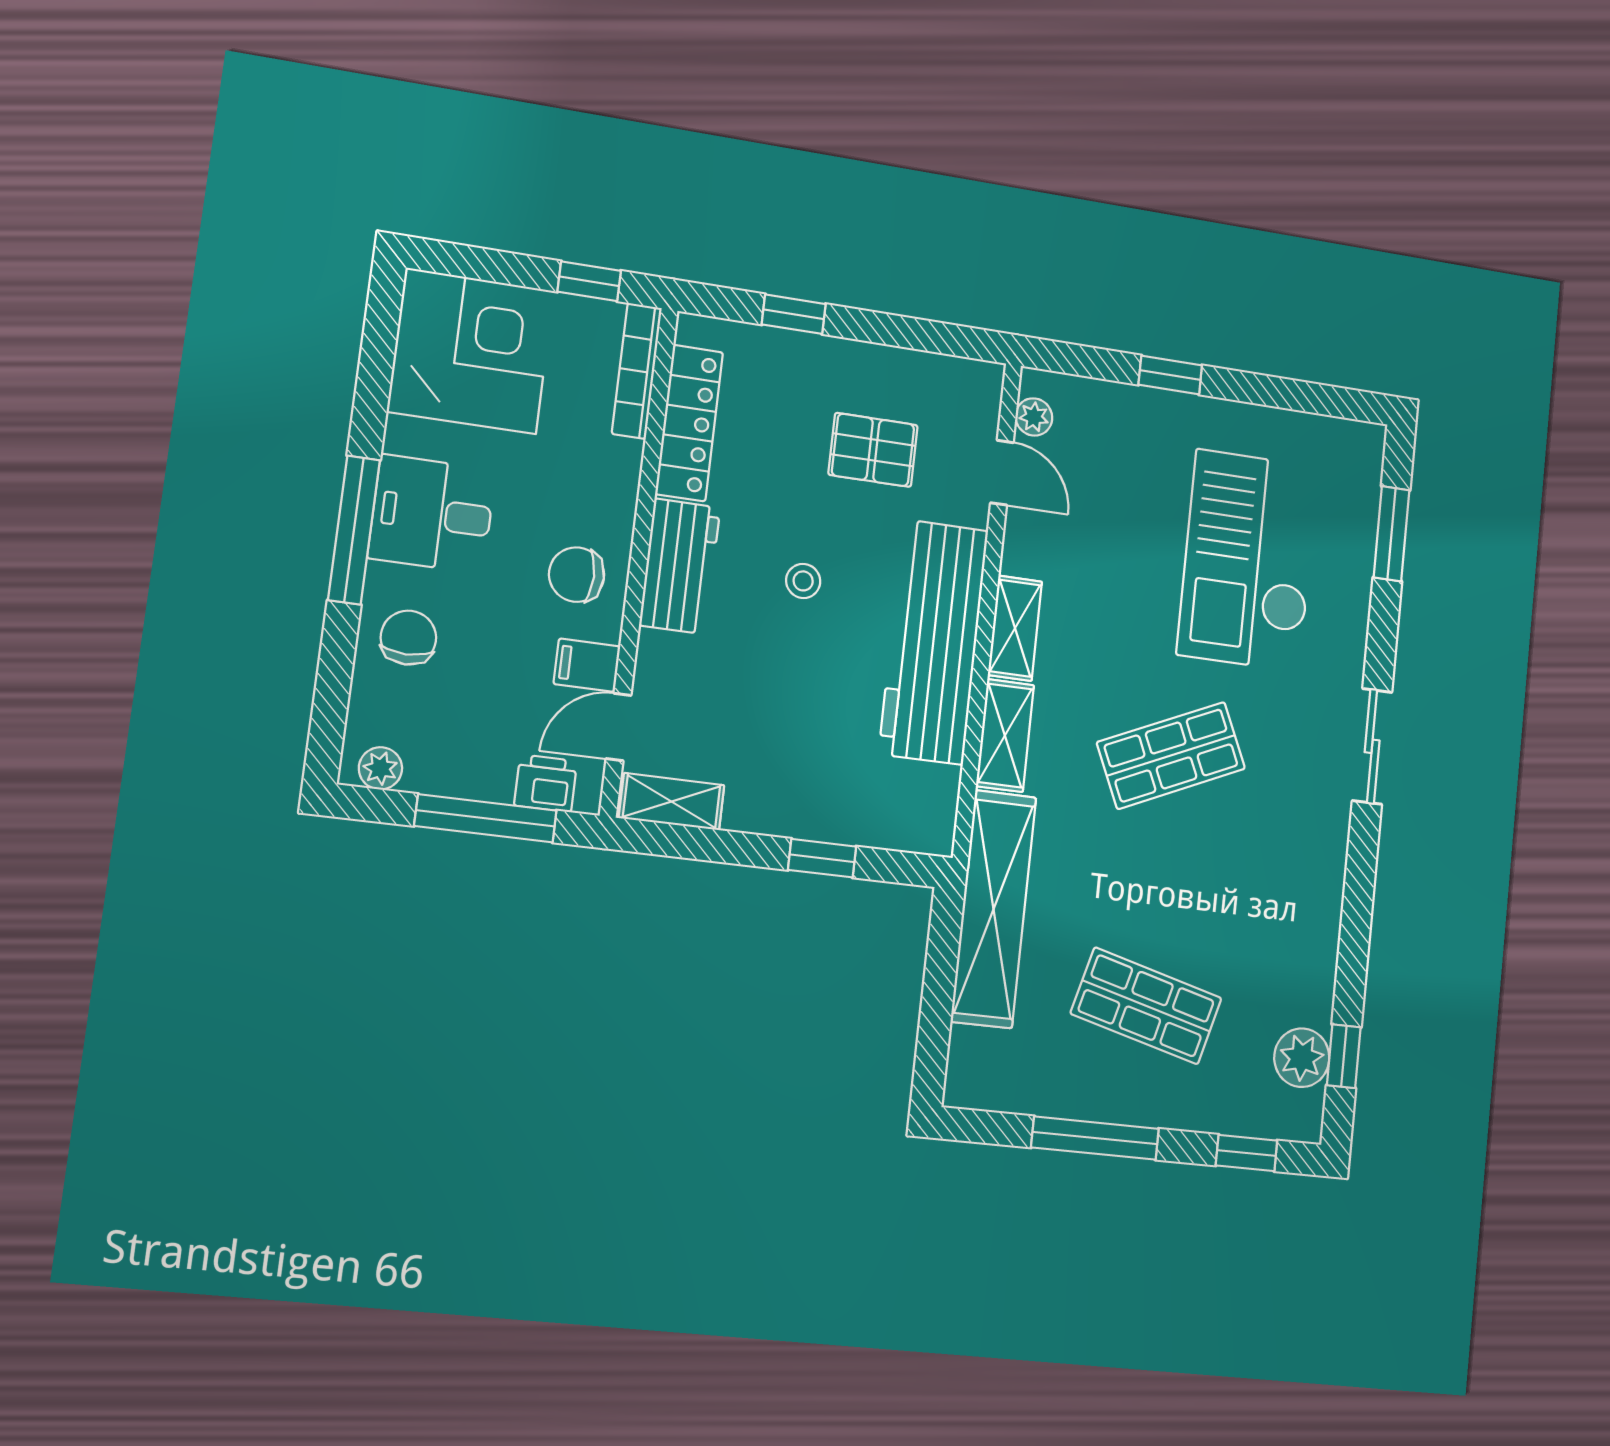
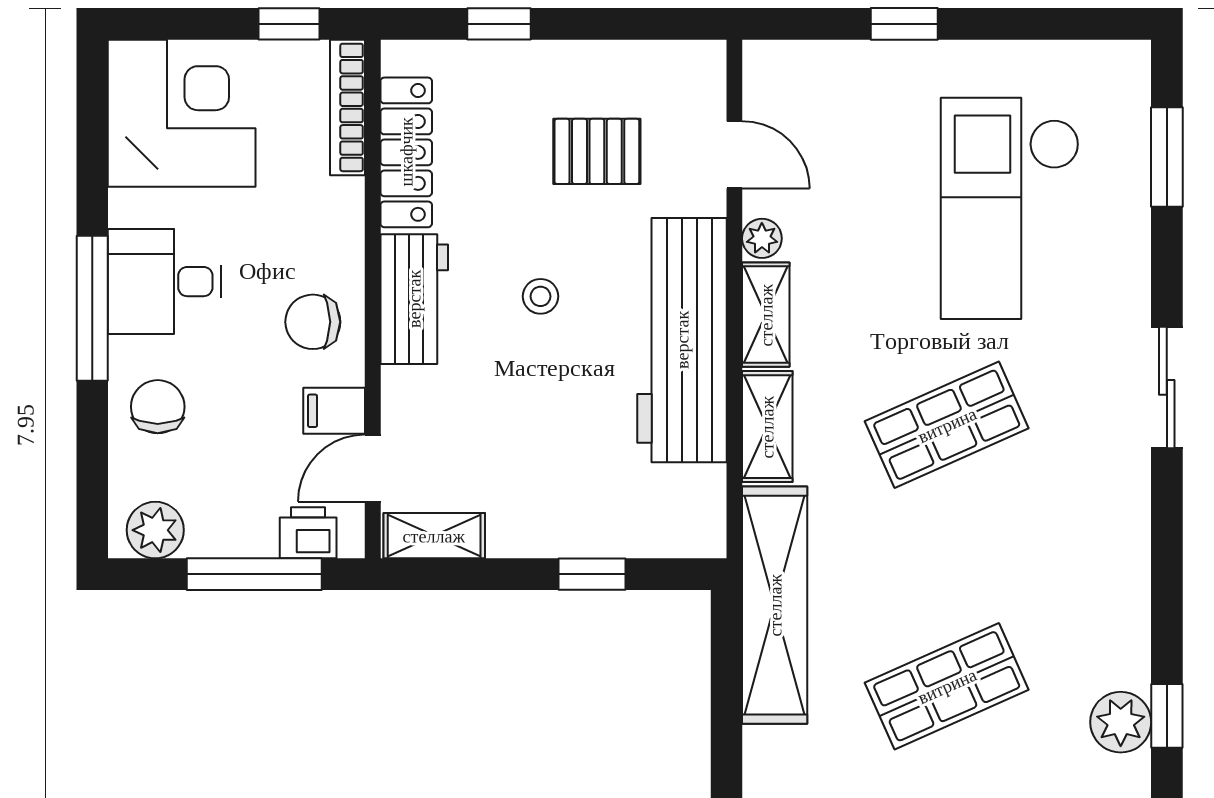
plant: (1034, 417) -> (762, 238), moved
plant: (380, 768) -> (155, 530), width x1.38, depth x1.38
shop shelf: (1146, 1006) -> (947, 686), turned -39

